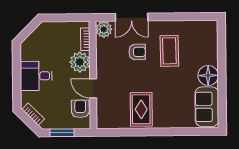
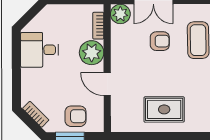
desk: (36, 76) -> (39, 50), moved
armchair: (80, 109) -> (76, 116), moved, turned 90
rug: (141, 109) -> (164, 109), turned 90

